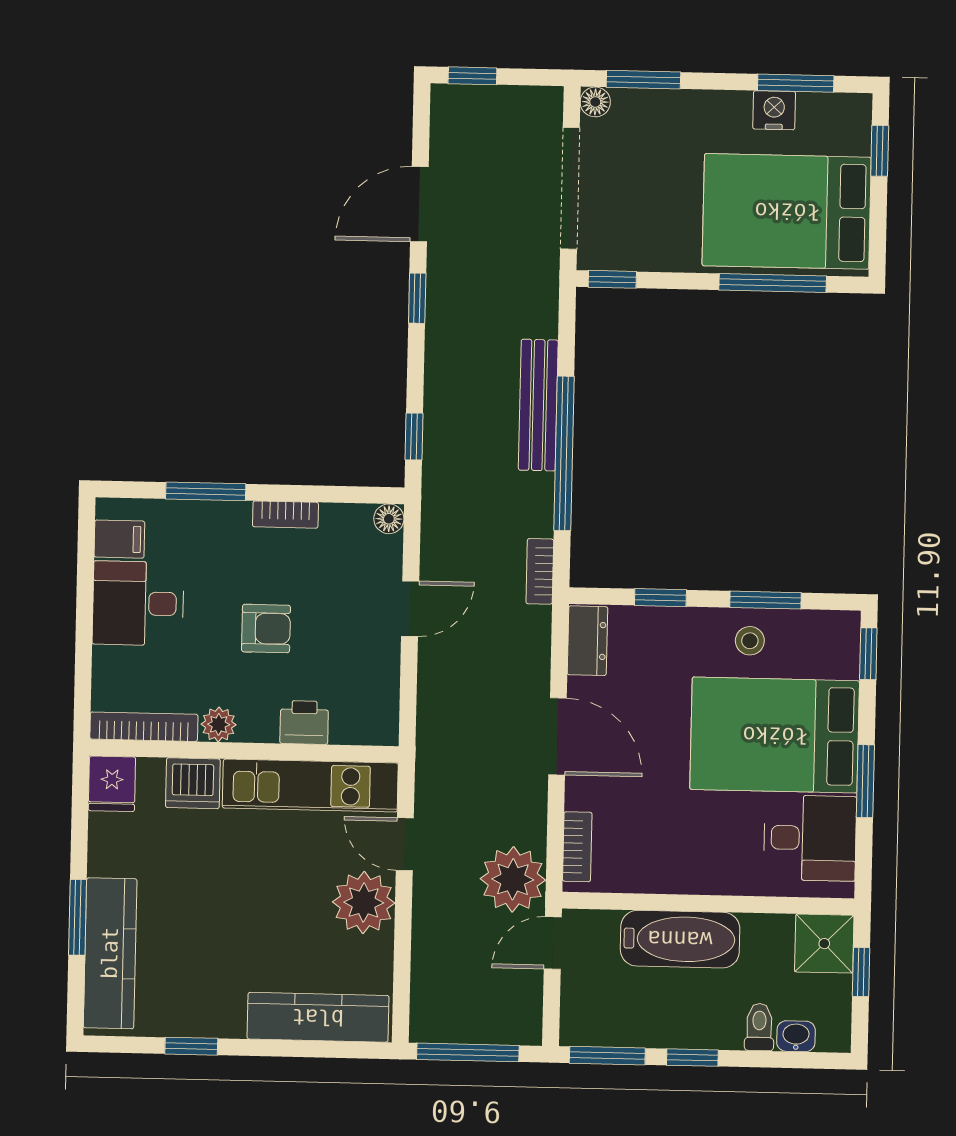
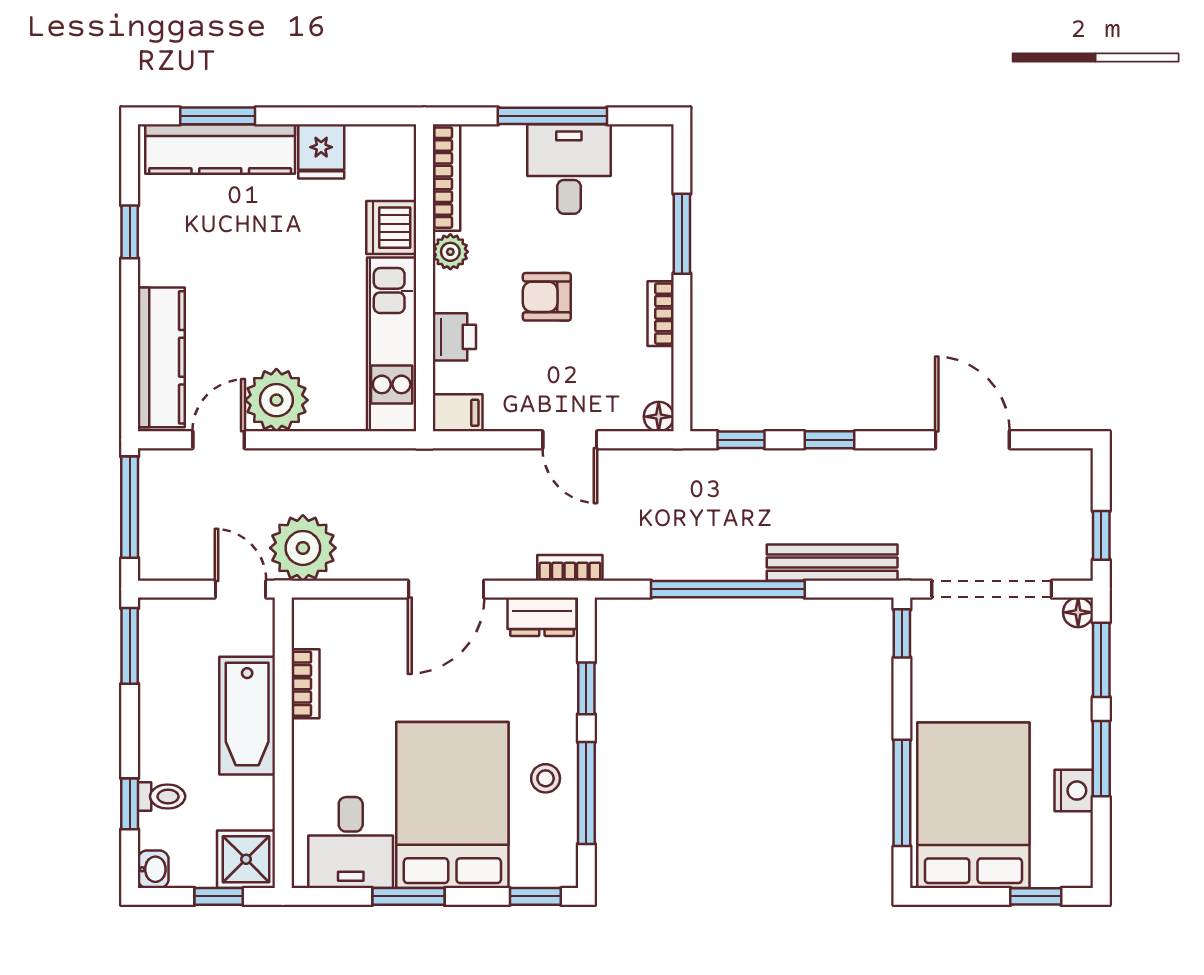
window: (472, 76) -> (1101, 535), moved
window: (796, 83) -> (1101, 759), moved
window: (417, 298) -> (830, 440), moved
bench: (538, 405) -> (832, 563), moved
filing cabinet: (119, 539) -> (458, 413), moved, turned -90
bookcase: (540, 571) -> (570, 568), moved
window: (765, 600) -> (586, 793), width x1.44
window: (84, 619) -> (552, 116), added
armchair: (266, 629) -> (547, 297), turned 90
fridge: (112, 784) -> (321, 151), moved, turned -90
door: (405, 844) -> (219, 440), moved
bookcase: (577, 847) -> (305, 684), moved, turned -90
window: (78, 917) -> (218, 116), moved
washbasin: (796, 1036) -> (153, 869), moved
window: (692, 1058) -> (130, 804), moved

